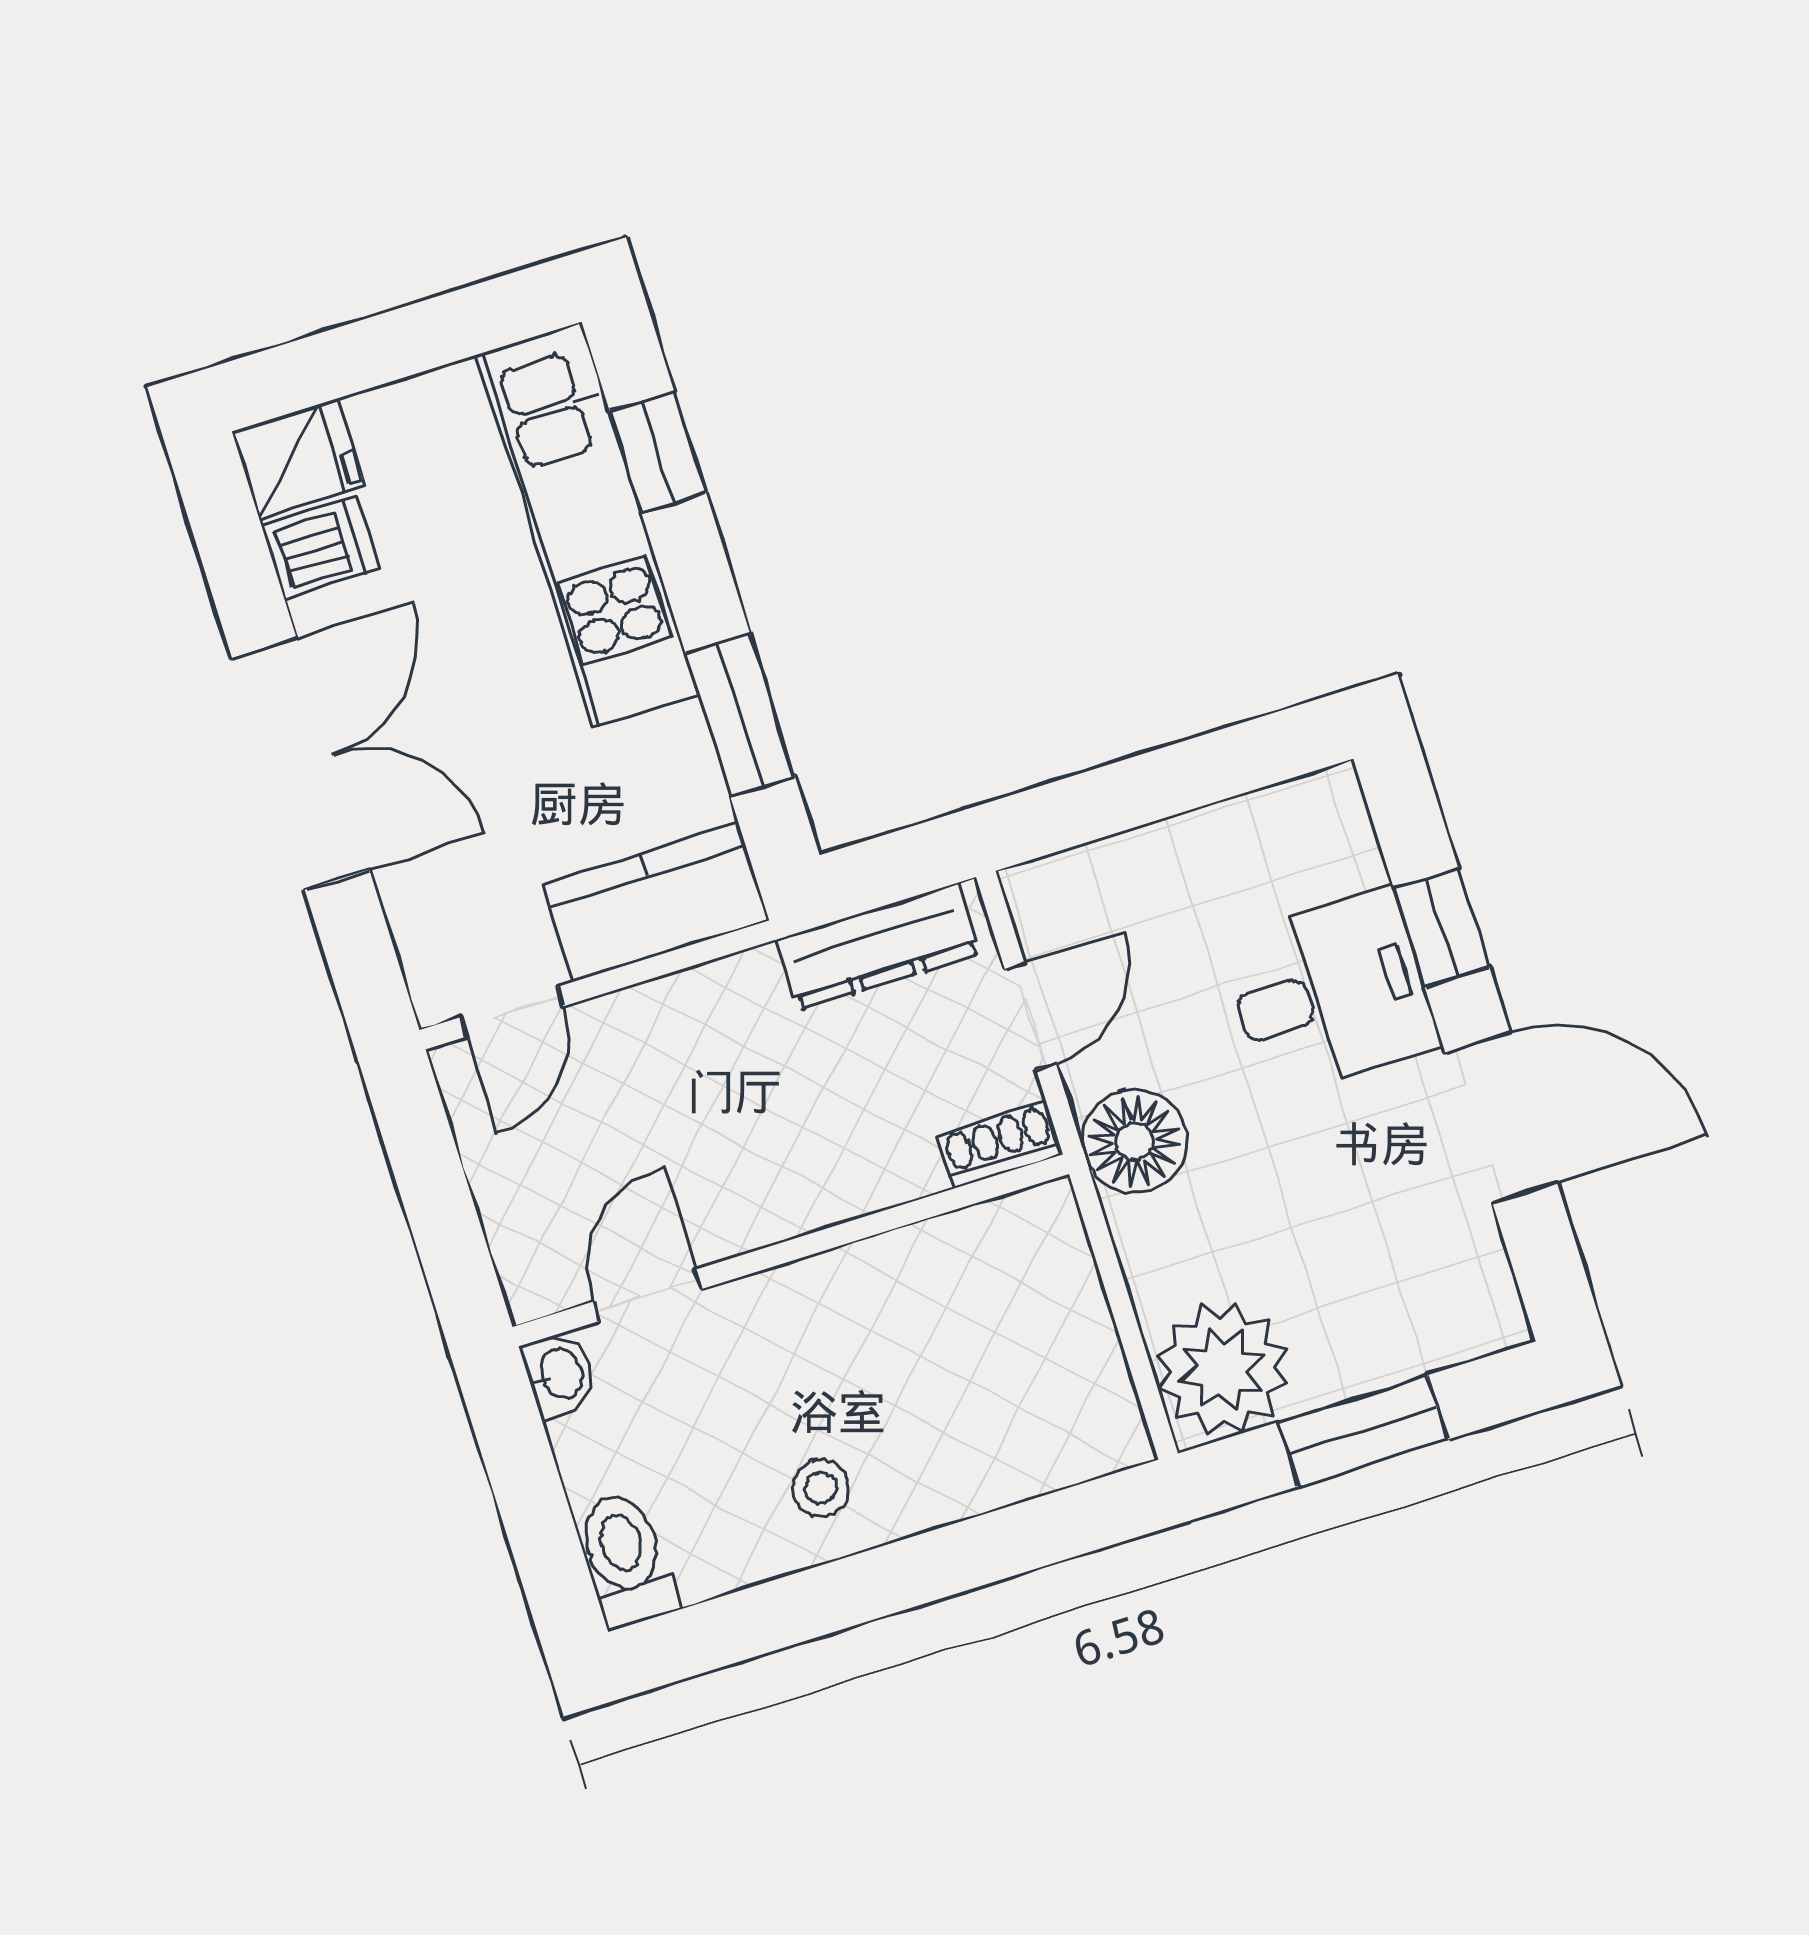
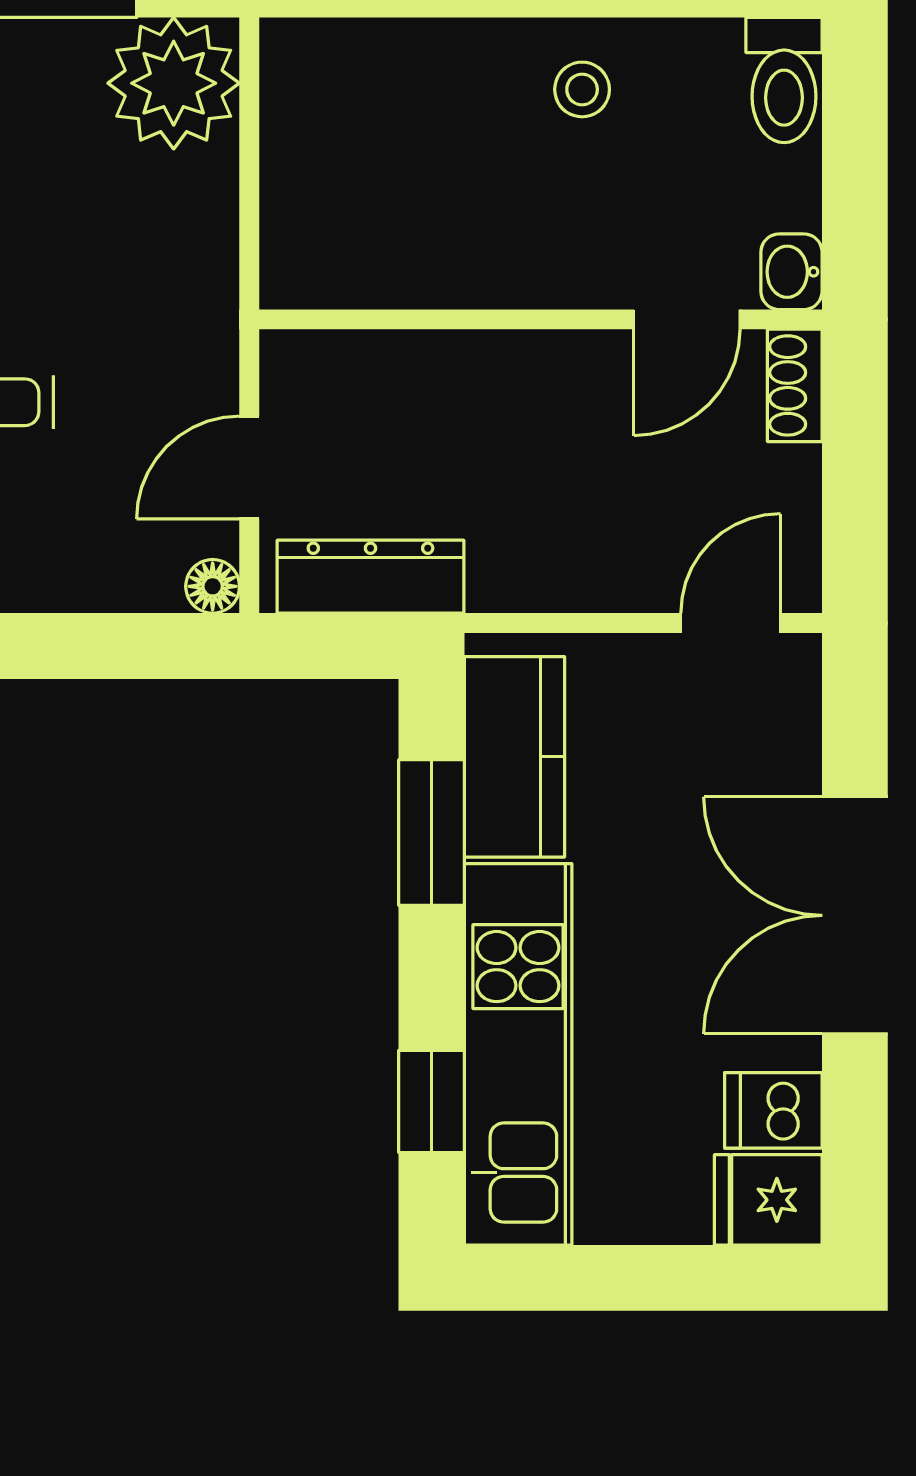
kitchen counter: (656, 902) -> (514, 757), moved, turned -90
floor lamp: (1134, 1141) -> (213, 586), moved, width x0.53, depth x0.53
shoe rack: (1000, 1145) -> (795, 385), moved, turned 90

